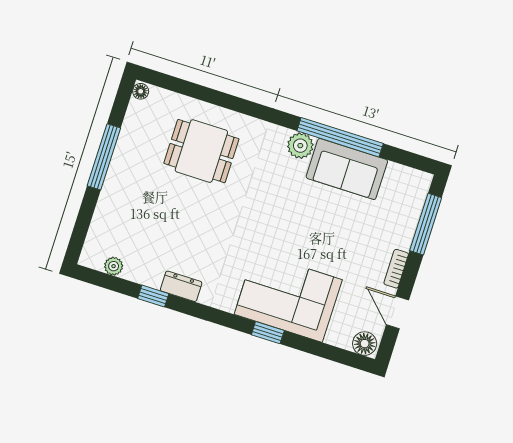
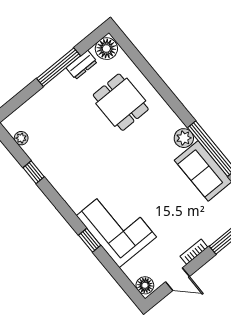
floor lamp: (141, 91) -> (106, 49), width x1.89, depth x1.89
dresser: (181, 286) -> (82, 65), moved, turned 90
door: (398, 312) -> (177, 279), swing flipped

